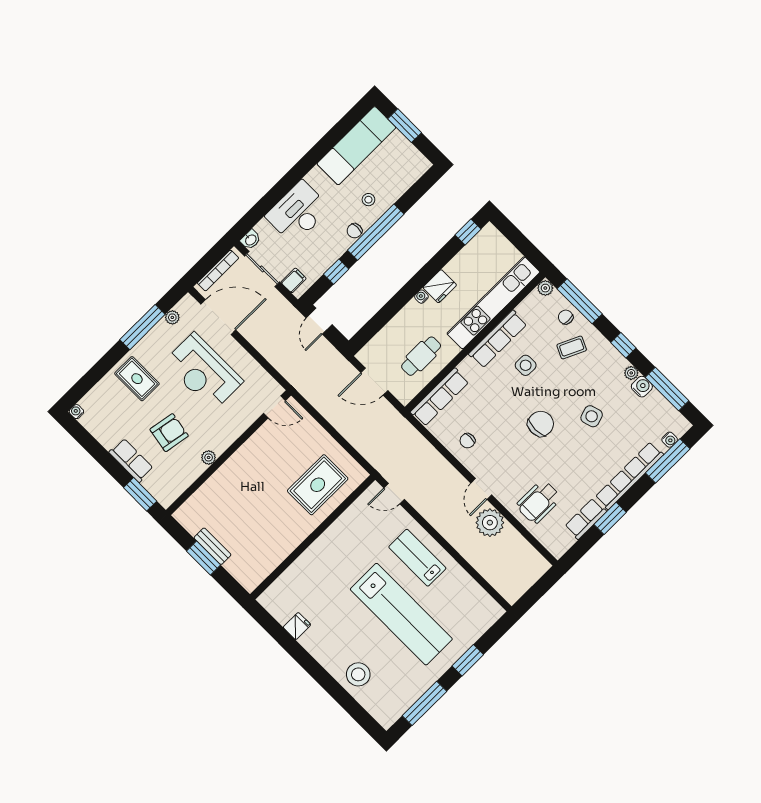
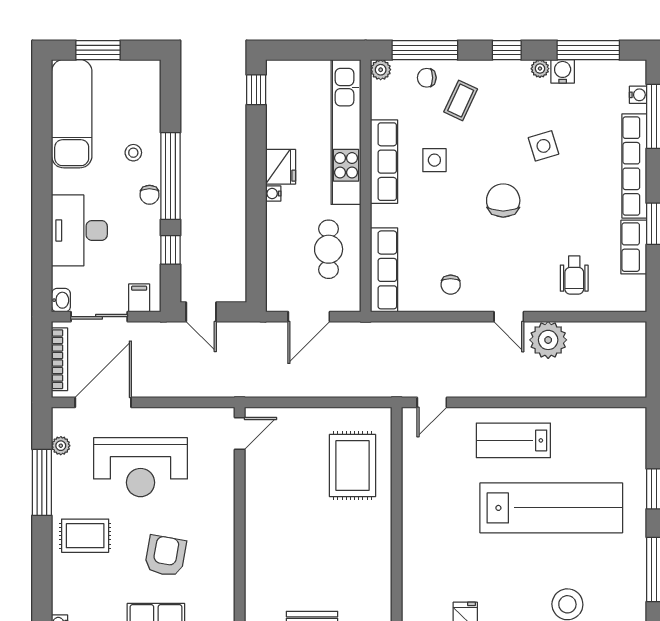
plant: (209, 457) -> (225, 542), removed
wheelchair: (539, 502) -> (574, 275), width x0.73, depth x0.73

